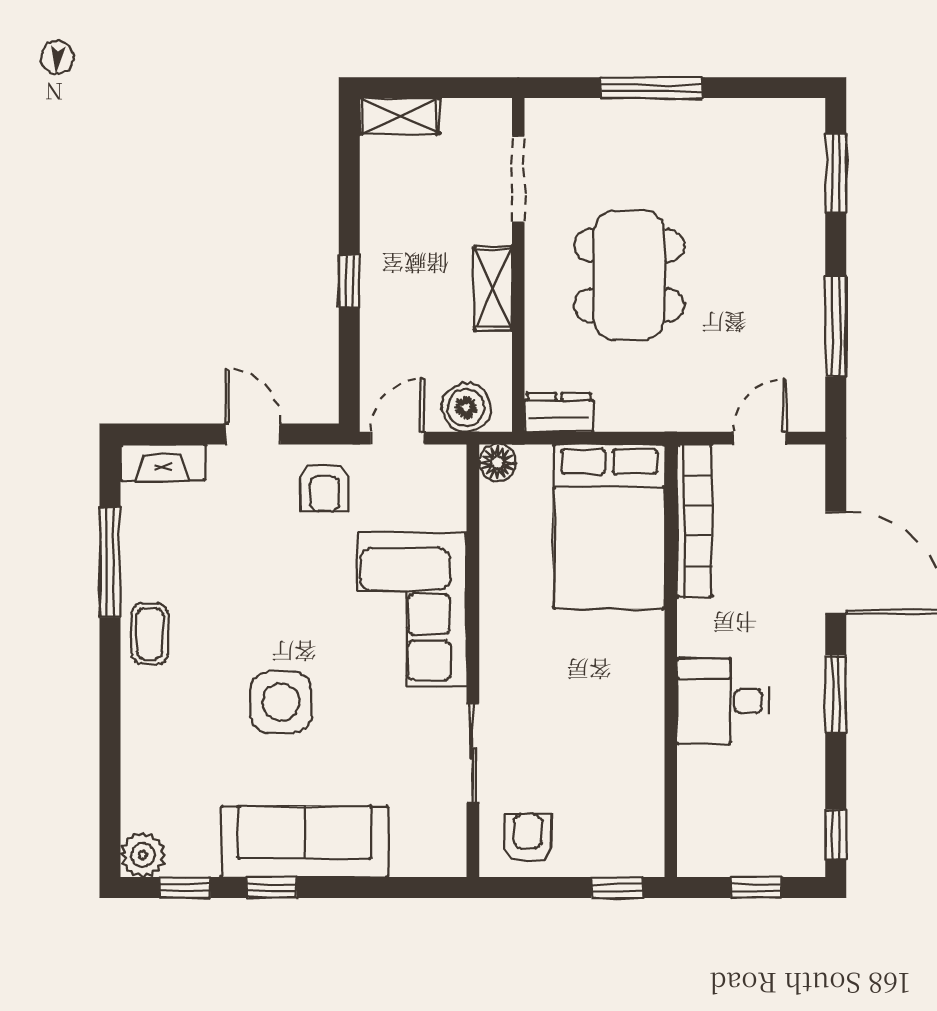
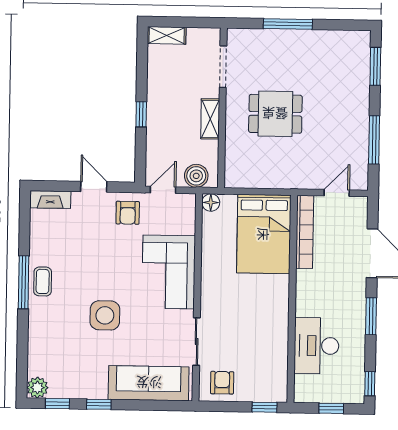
dining table: (629, 275) -> (275, 114), width x0.73
dresser: (559, 413) -> (241, 179), removed
window: (110, 562) -> (24, 282), moved
desk: (723, 701) -> (316, 346), moved, width x1.37
sofa: (304, 842) -> (149, 383), moved

